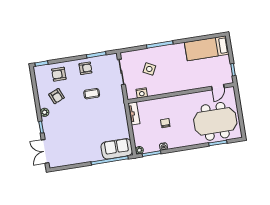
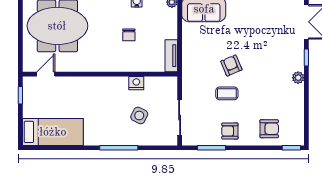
nightstand: (142, 93) -> (136, 83), moved
armchair: (57, 96) -> (231, 65), moved

